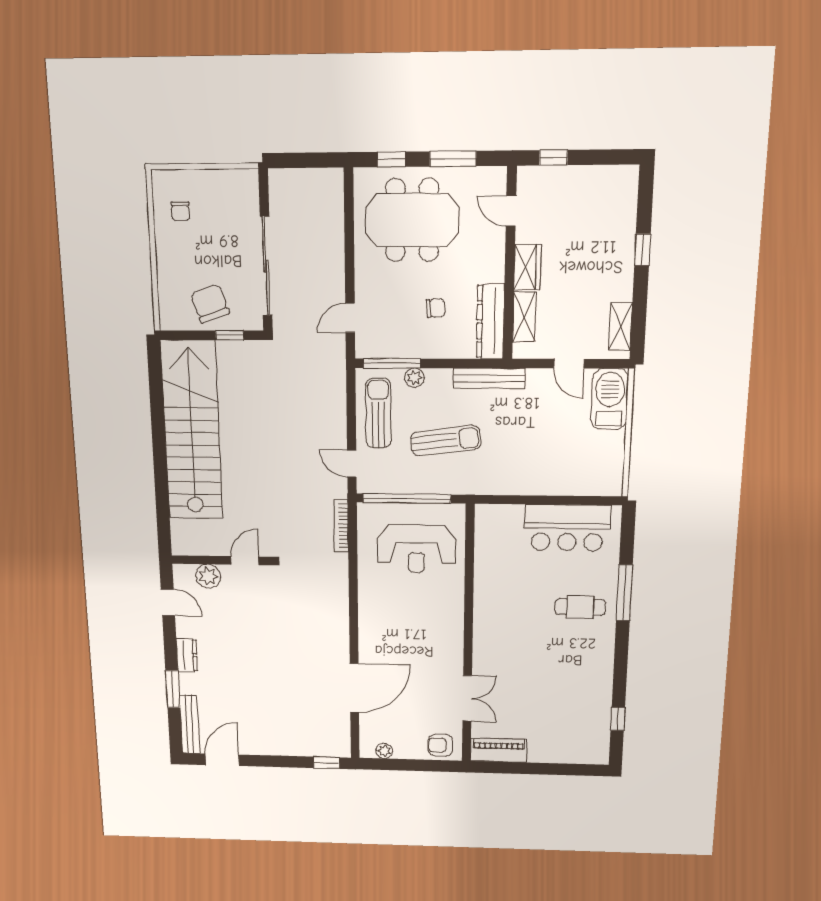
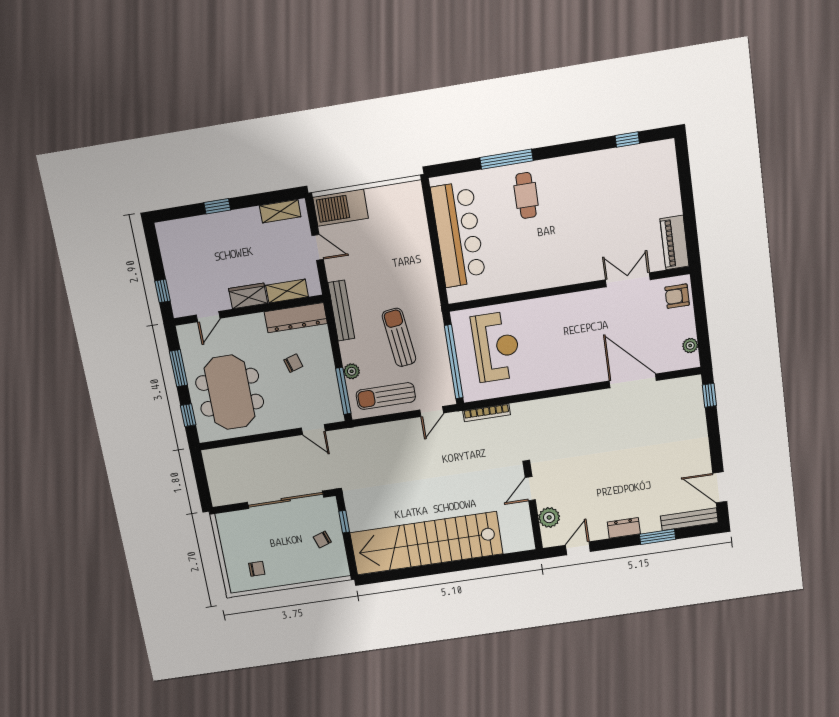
chair: (210, 304) -> (322, 539), width x0.54, depth x0.54
chair: (436, 308) -> (293, 363), turned 77
door: (569, 364) -> (318, 247), hinge flipped
bar counter: (567, 528) -> (458, 235), width x1.36
door: (245, 561) -> (530, 489), hinge flipped
armchair: (440, 745) -> (677, 296), turned 90

